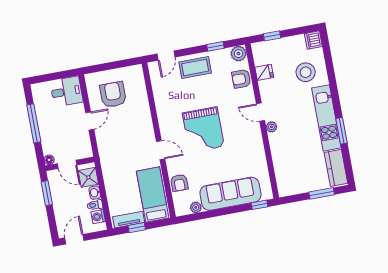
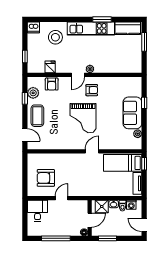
plant: (239, 54) -> (33, 93), moved
door: (90, 121) -> (62, 198), hinge flipped
grand piano: (203, 130) -> (83, 118), turned 90
armchair: (179, 183) -> (92, 90), moved
sofa: (230, 194) -> (132, 113), width x0.73
window: (260, 205) -> (144, 103), moved
window: (137, 228) -> (144, 164), moved

